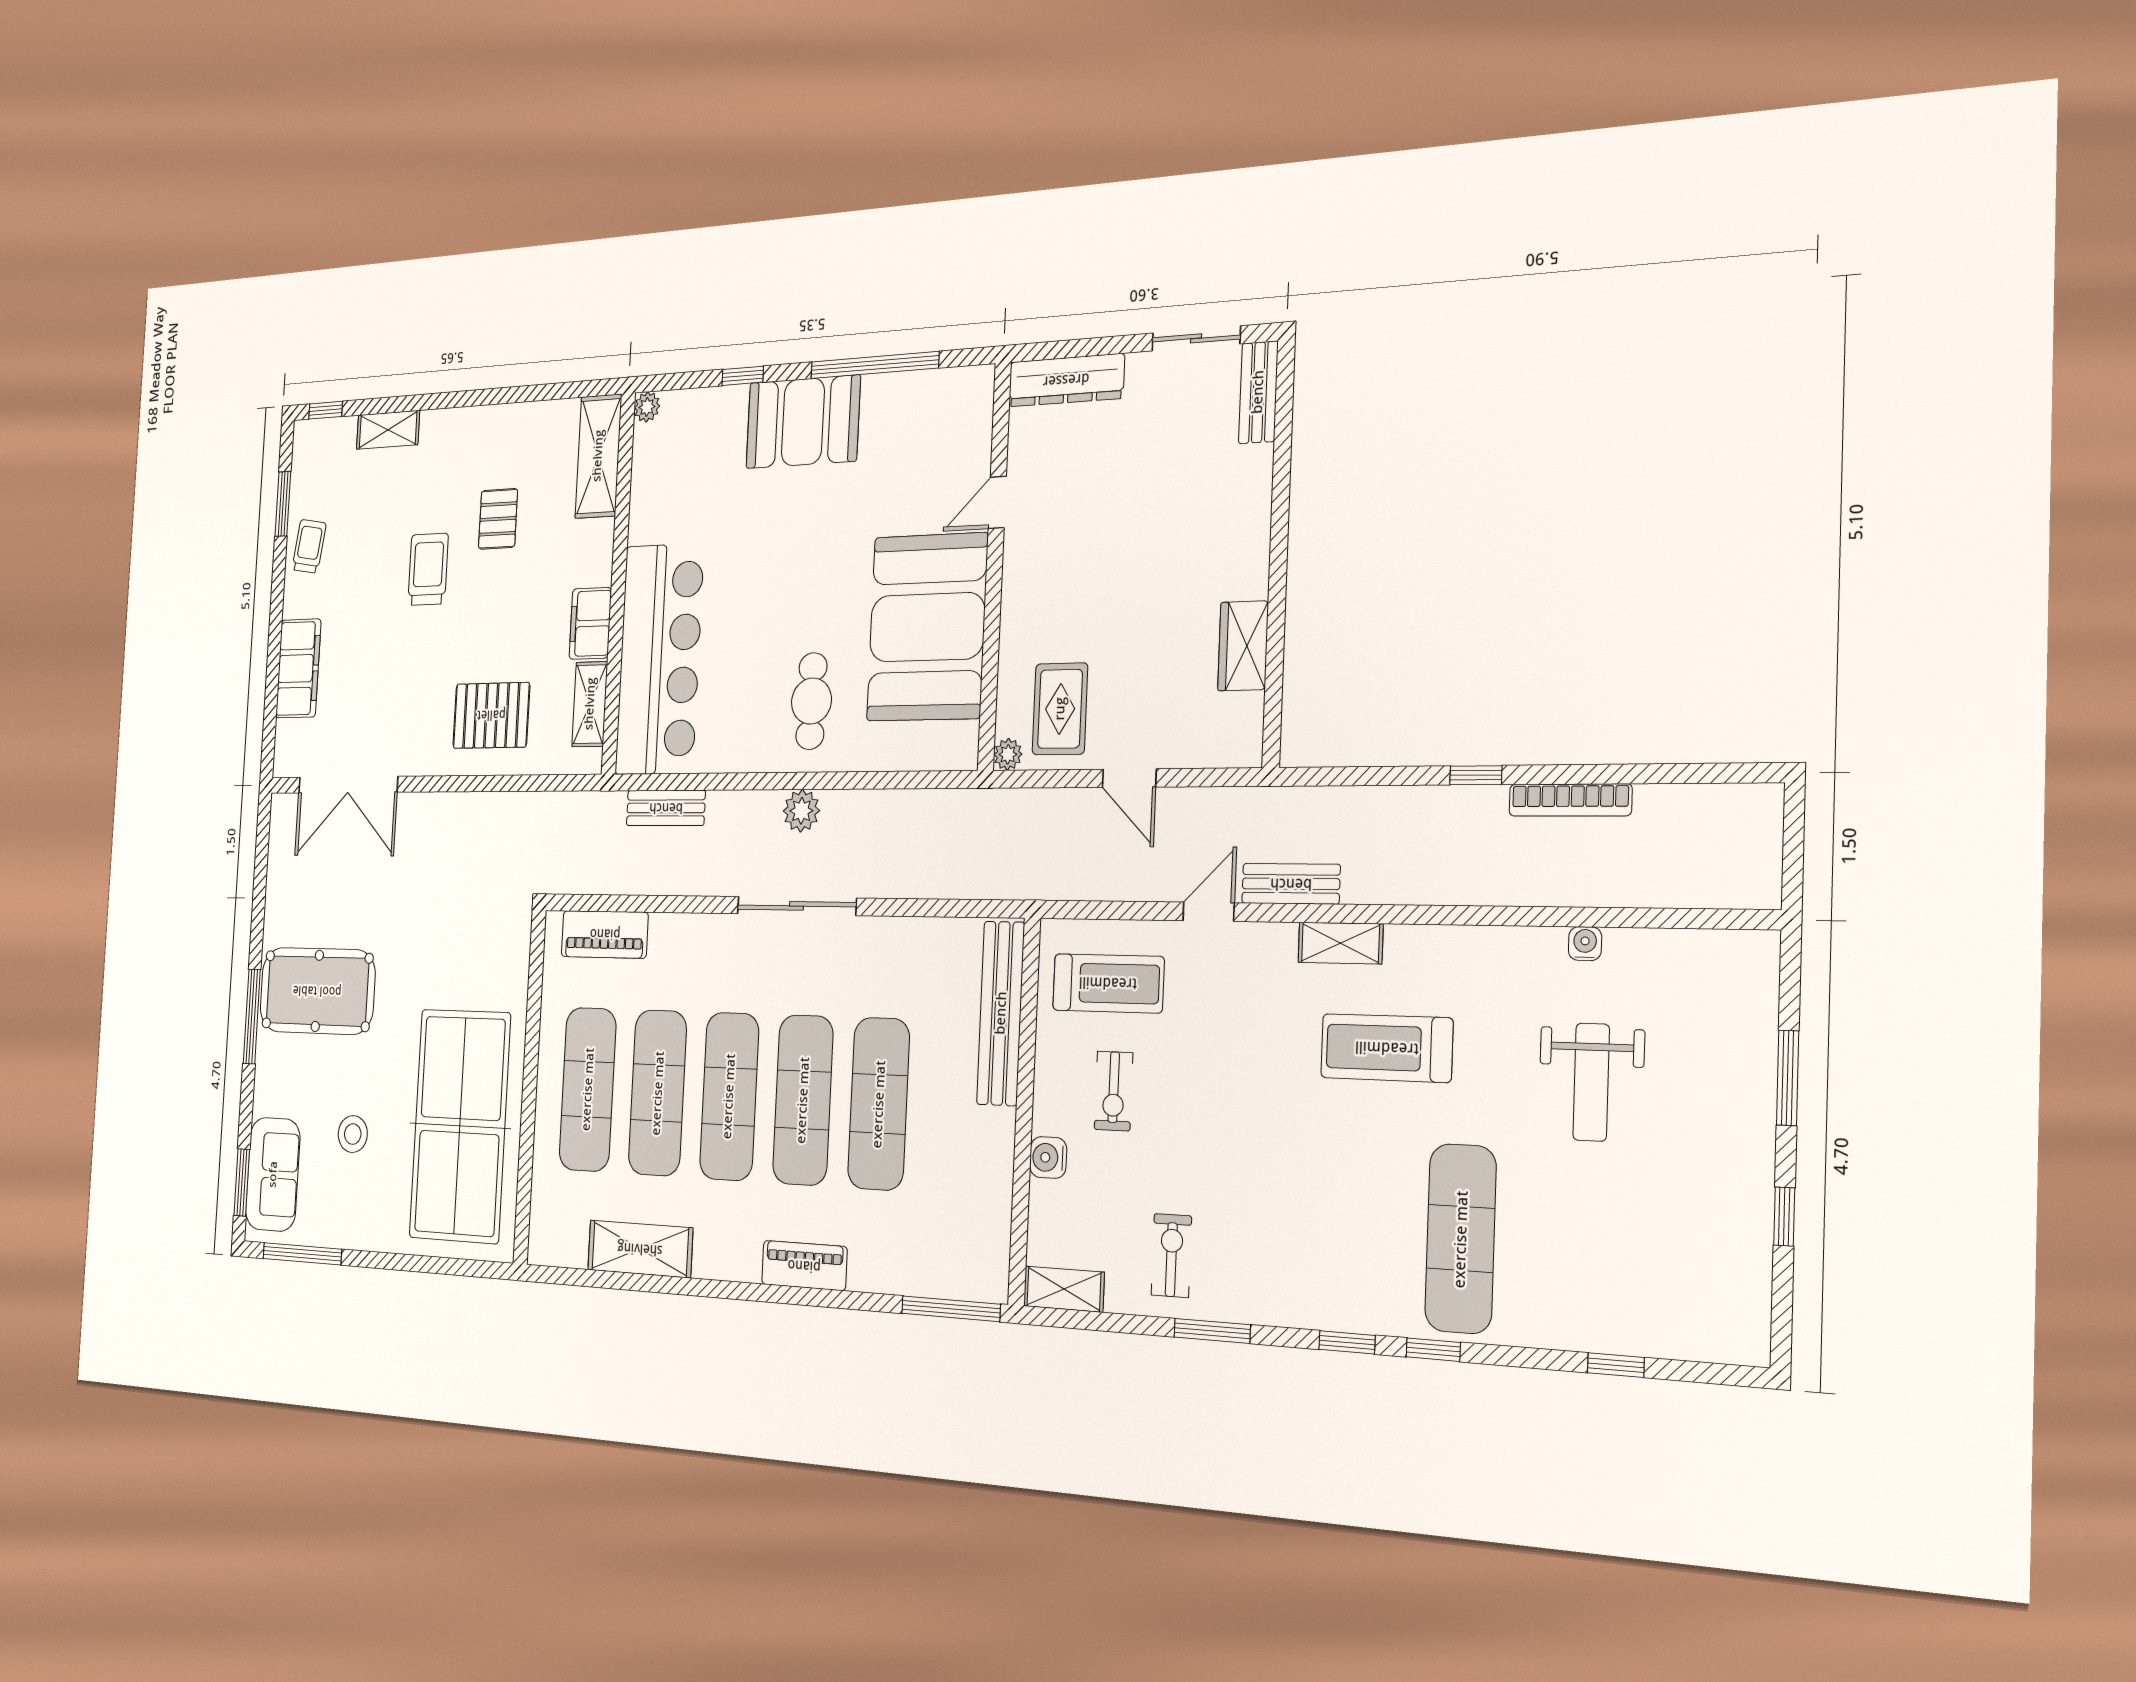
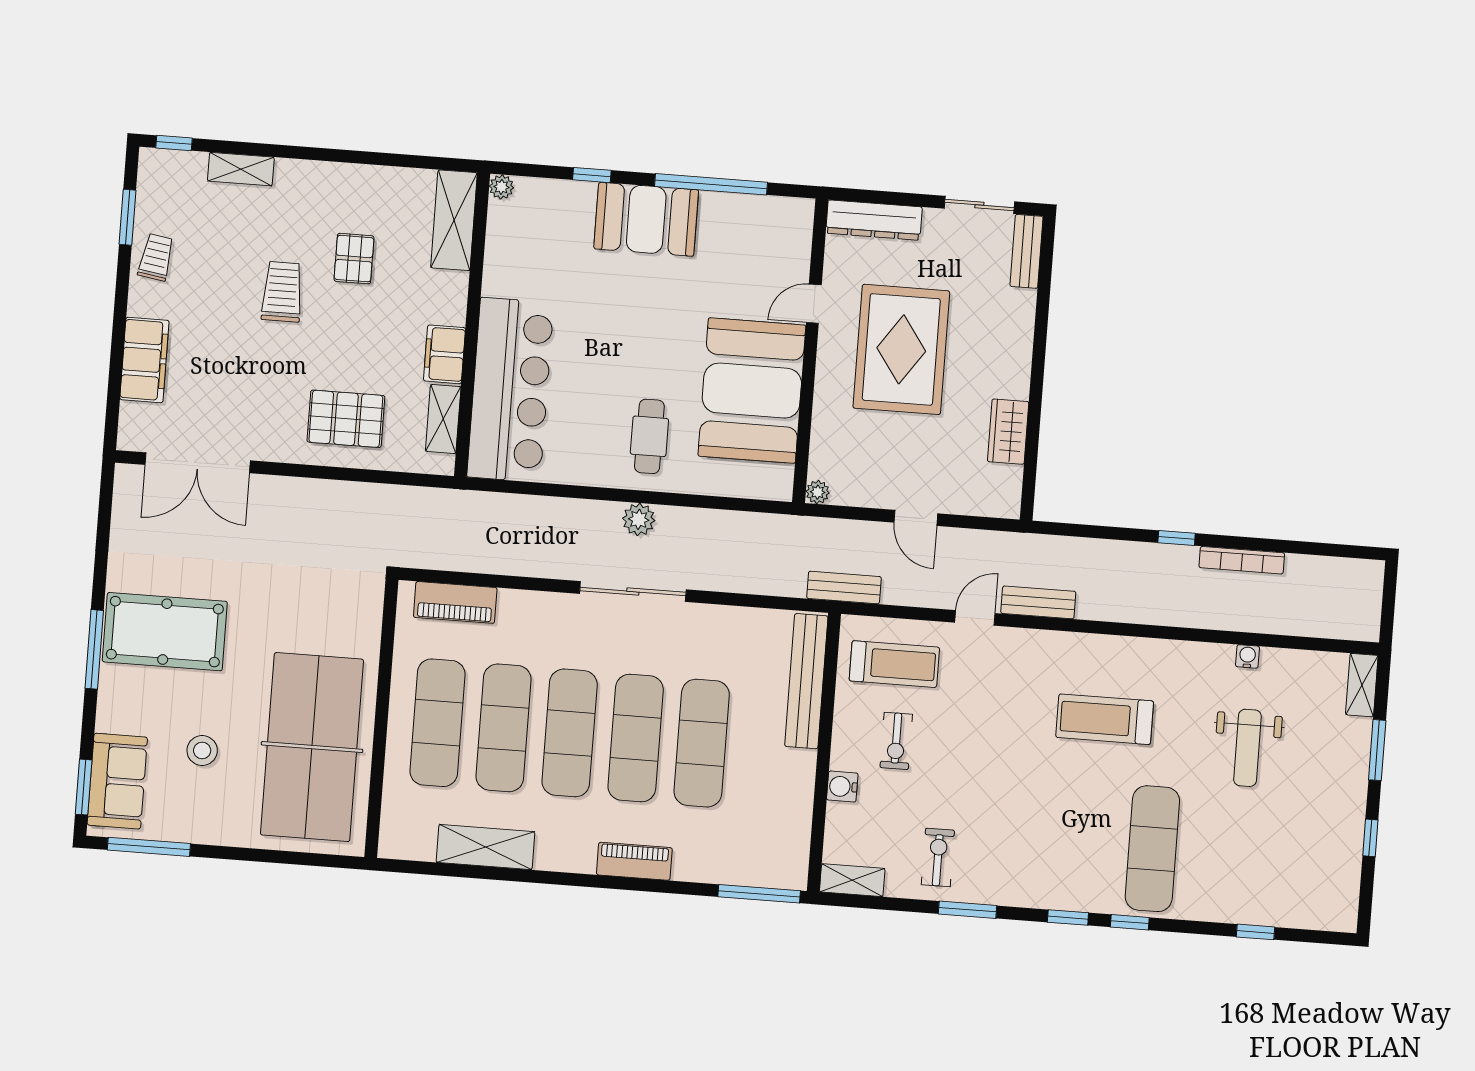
rug: (1060, 709) -> (901, 349), moved, width x1.86, depth x2.06
bench: (666, 808) -> (844, 588), moved
shelving: (1340, 943) -> (1362, 685), moved, turned 90

